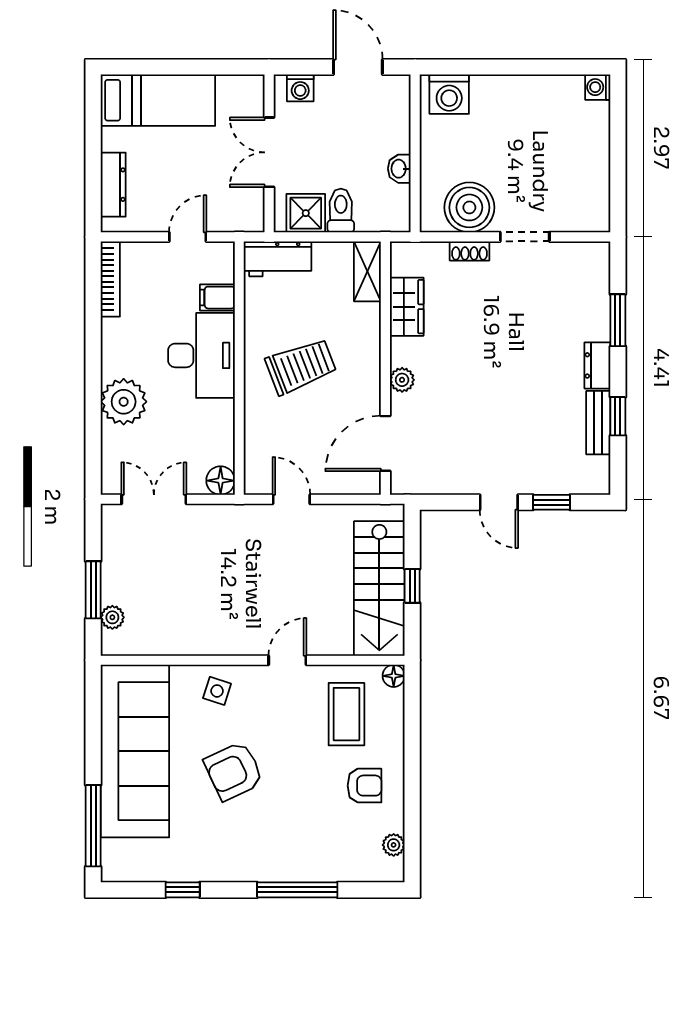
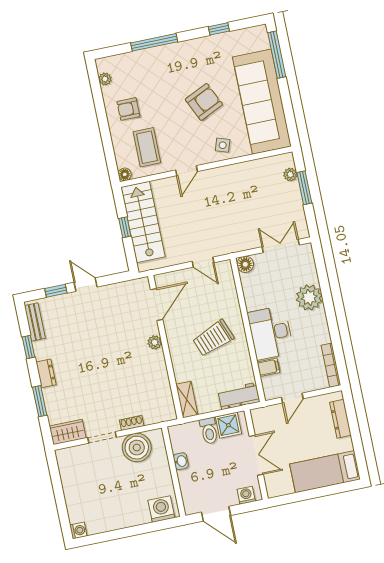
wardrobe: (407, 307) -> (68, 432), moved, turned 90
bench: (598, 423) -> (35, 322), moved
double door: (154, 499) -> (281, 246), swing flipped

